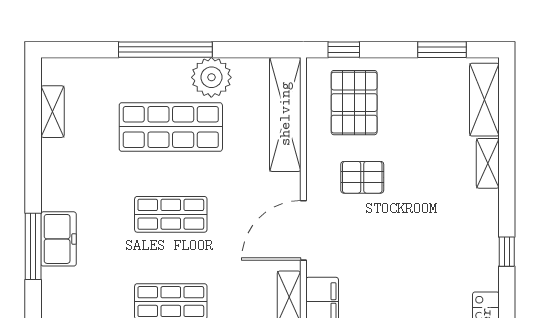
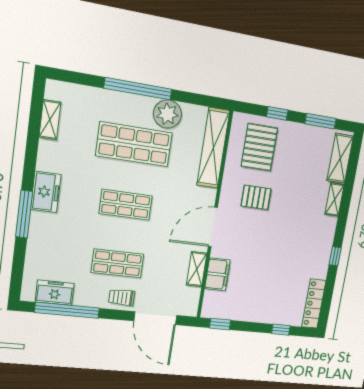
window: (344, 50) -> (277, 113), moved
freezer: (58, 239) -> (46, 192), moved

